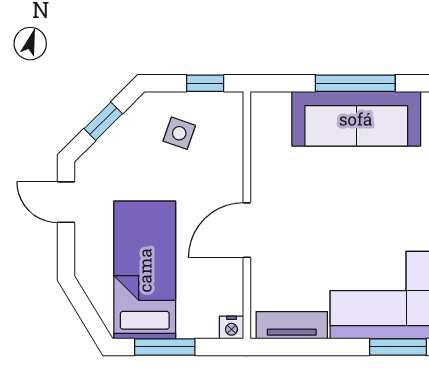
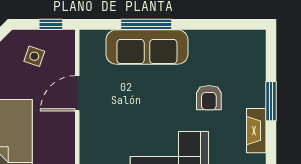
door: (247, 230) -> (77, 93), moved

